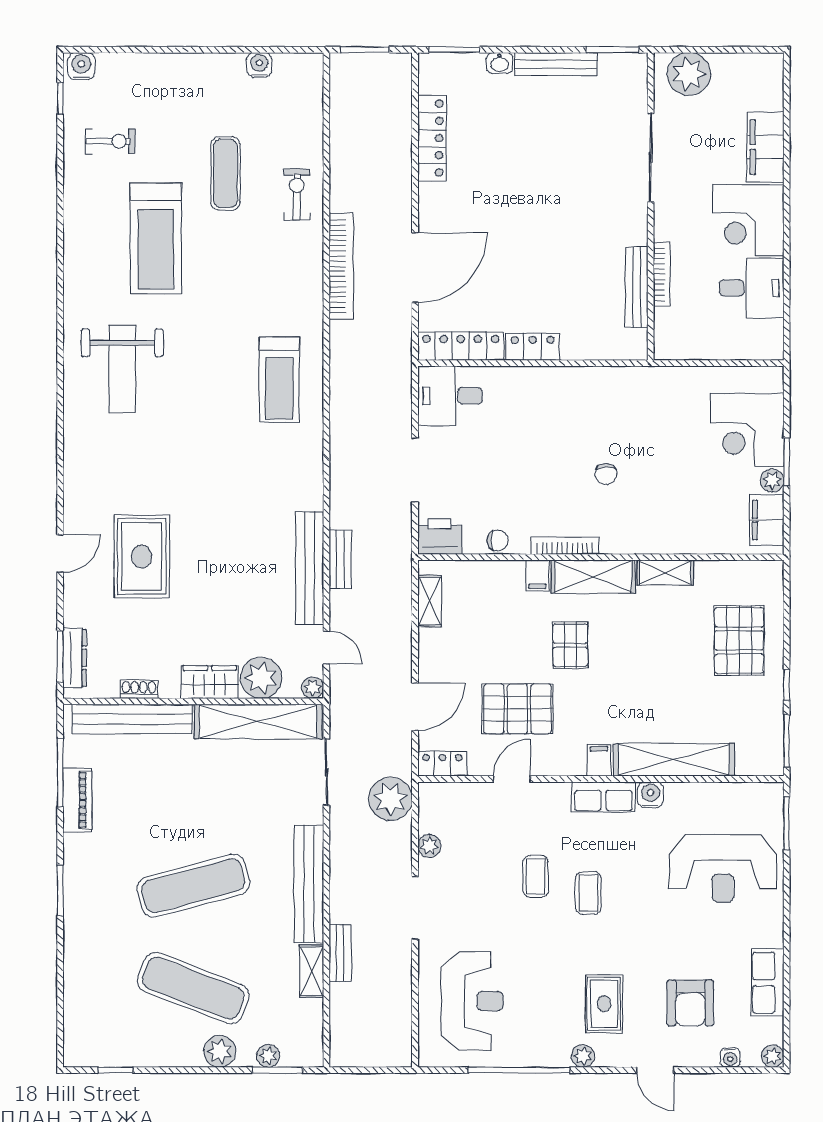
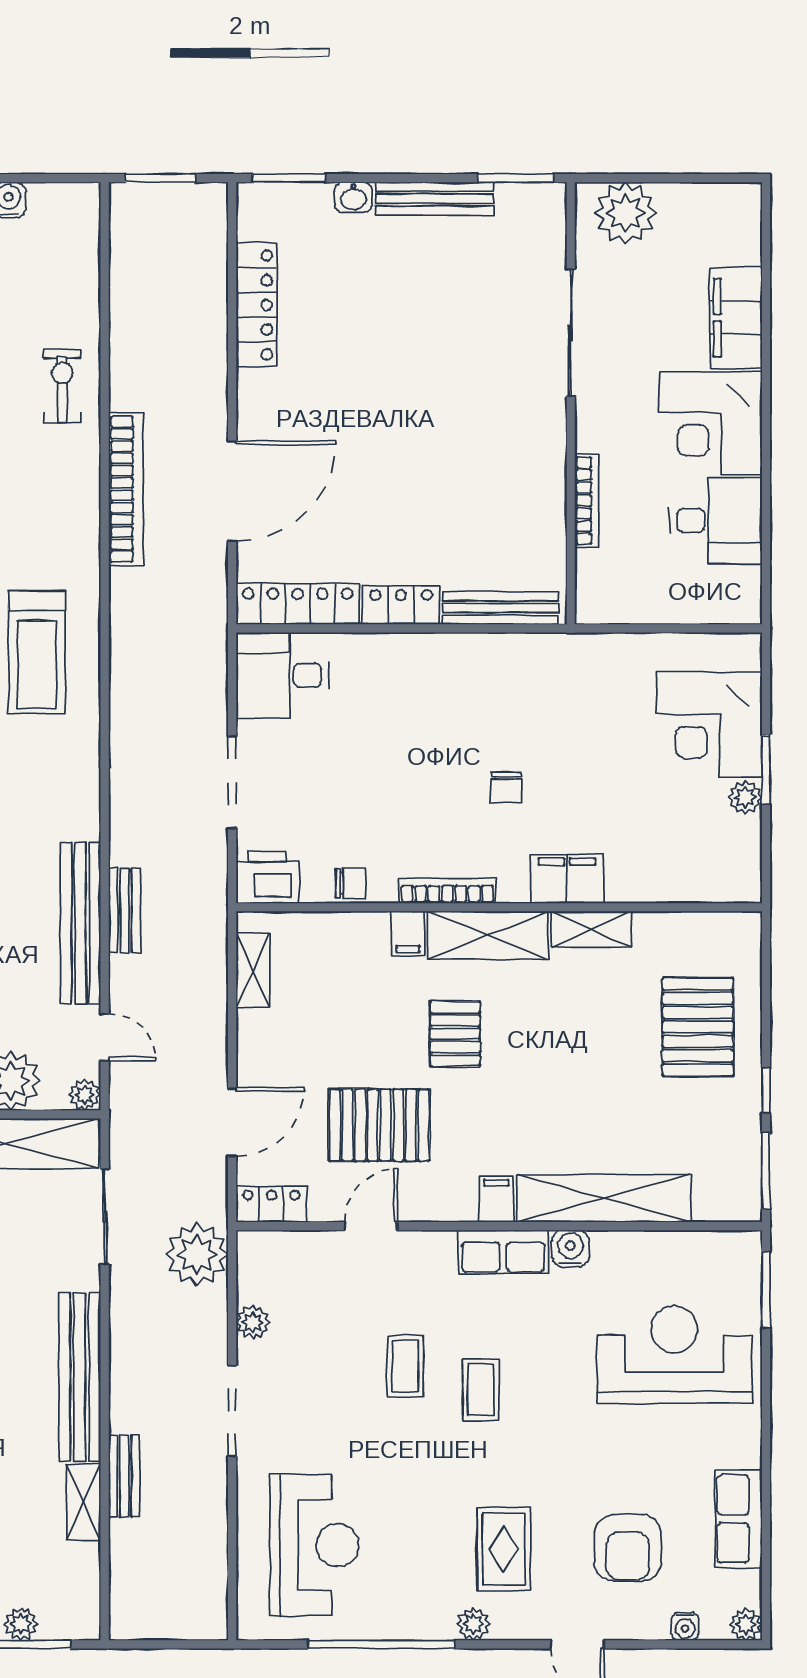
bench: (637, 287) -> (501, 608), moved, turned 90
filing cabinet: (767, 520) -> (567, 879), moved, turned 90
reception desk: (723, 868) -> (674, 1355), turned 180

